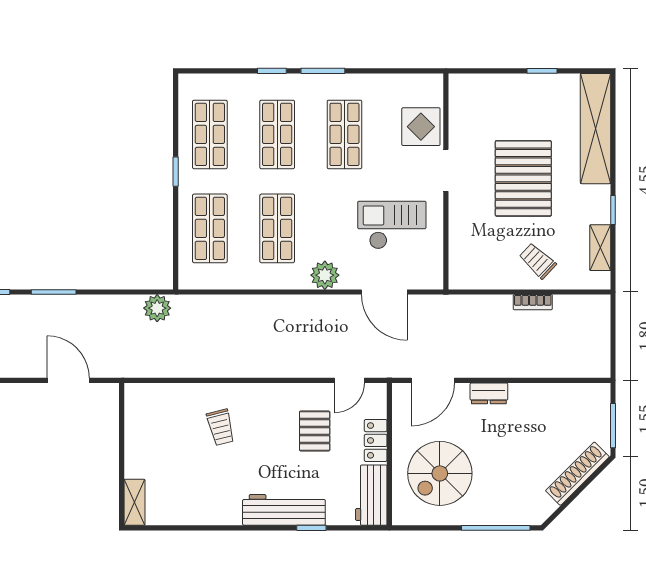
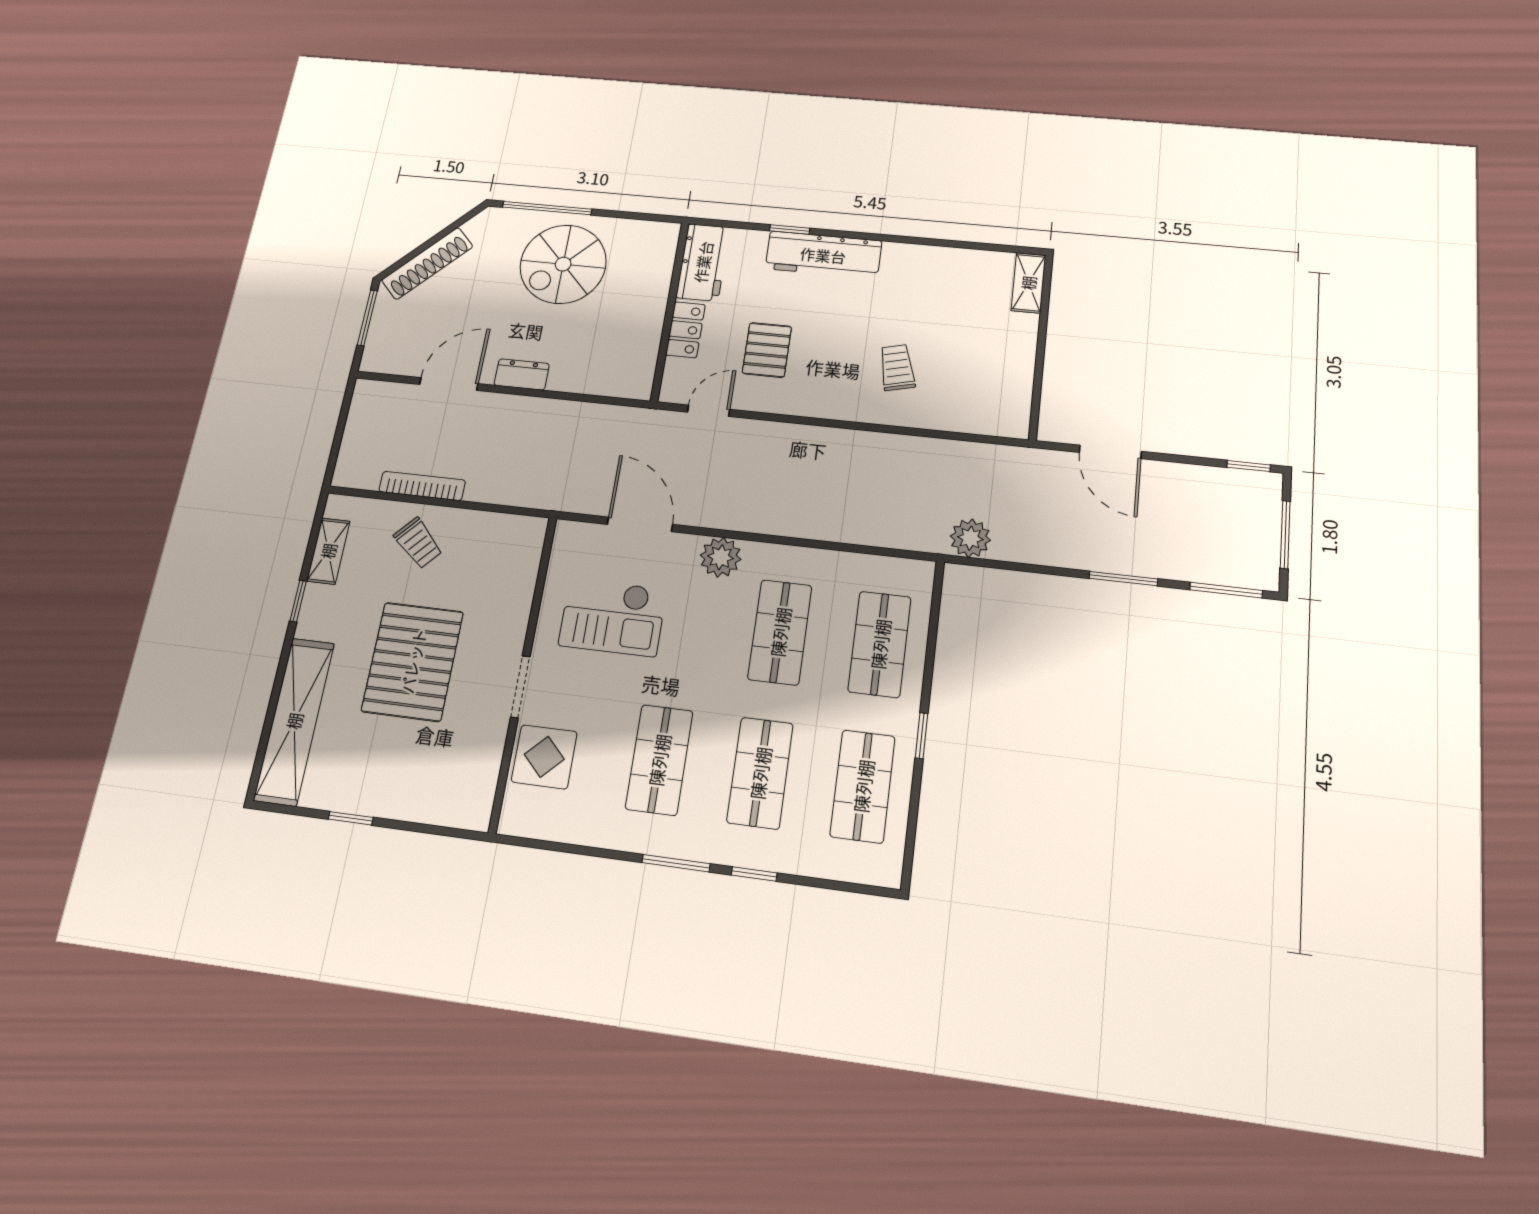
bookcase: (533, 302) -> (422, 486), width x1.56
door: (433, 380) -> (449, 384), moved
spiral stairs: (440, 473) -> (563, 264), moved, turned 180

